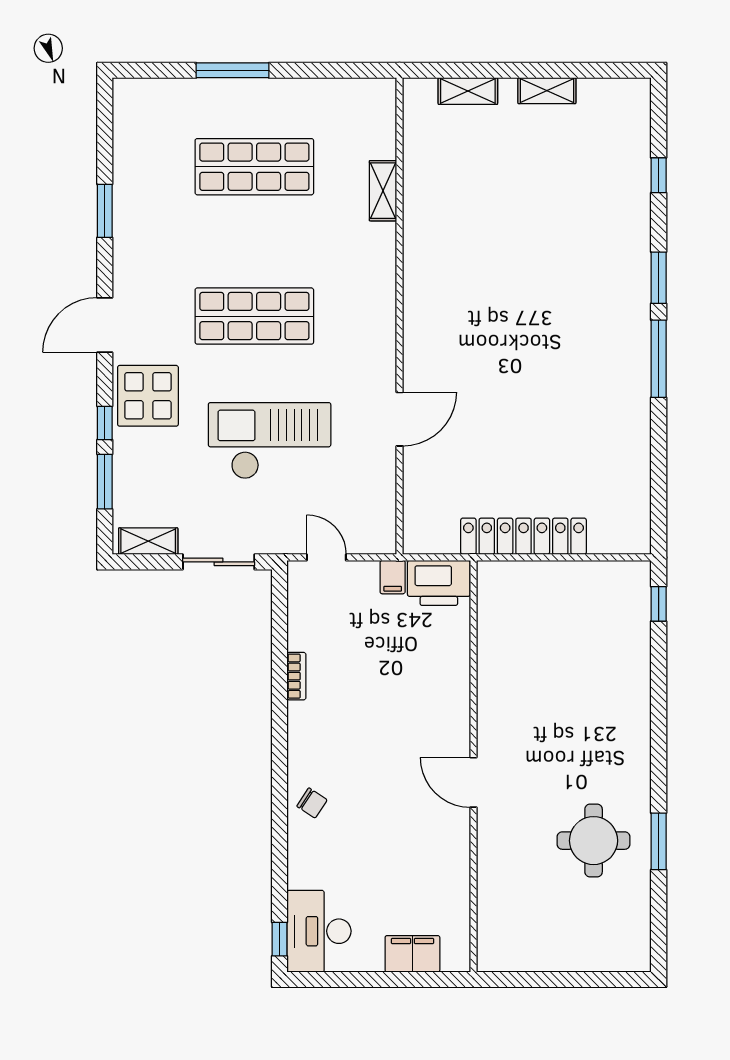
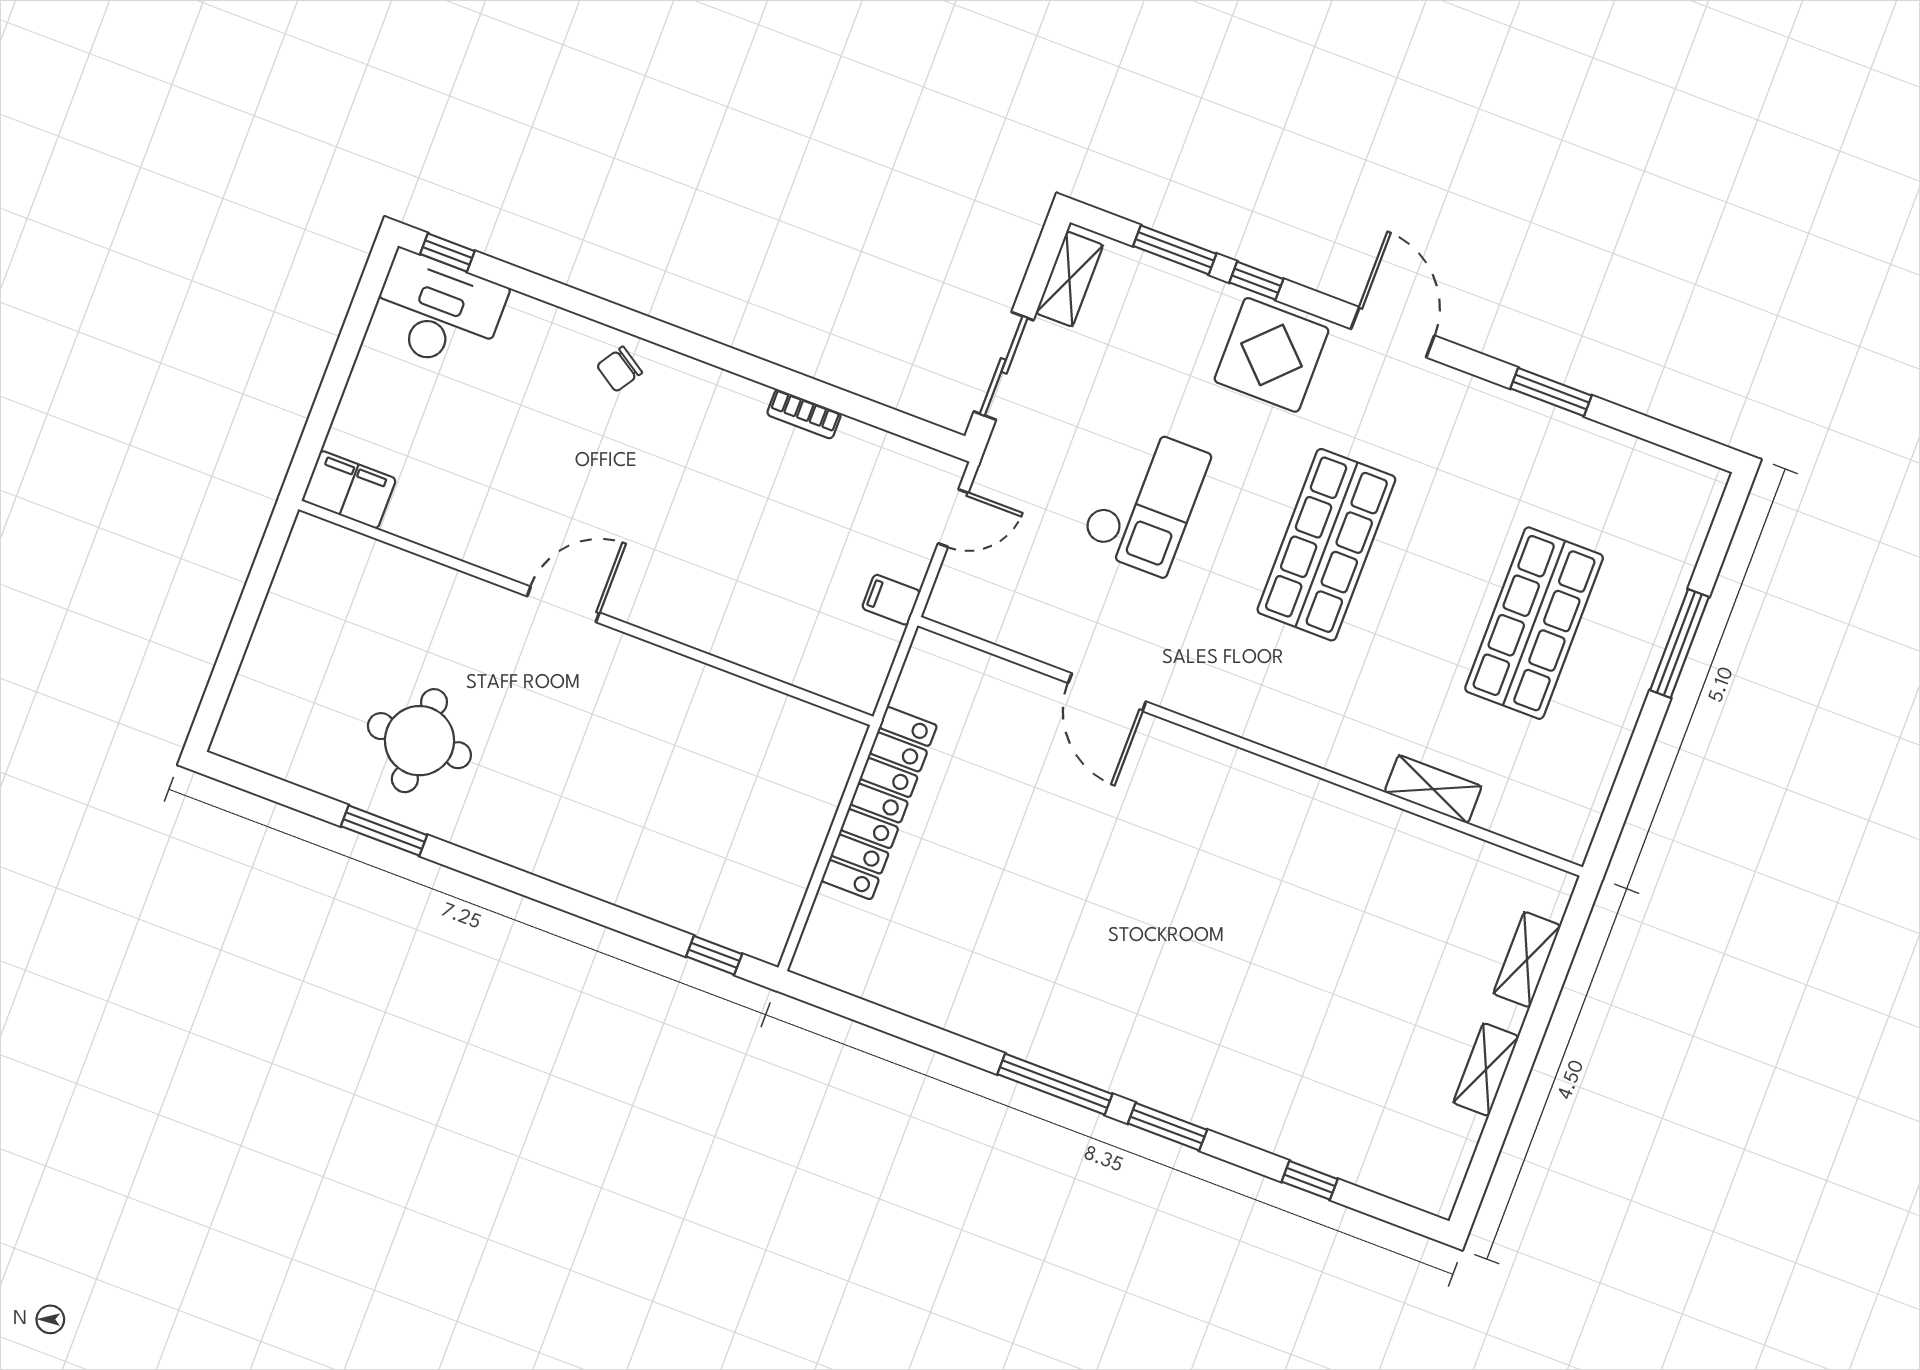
checkout: (270, 441) -> (1145, 500), width x0.73, depth x0.83
printer: (439, 583) -> (859, 661), removed
filing cabinet: (412, 954) -> (349, 490), moved, turned -90

